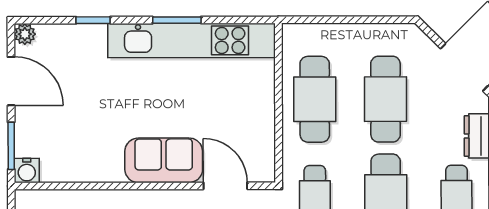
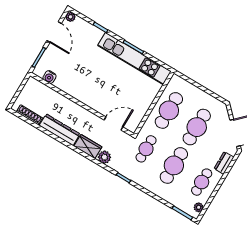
sofa: (164, 160) -> (95, 99), removed
water cooler: (27, 171) -> (50, 77), moved
door: (225, 186) -> (114, 123), hinge flipped

